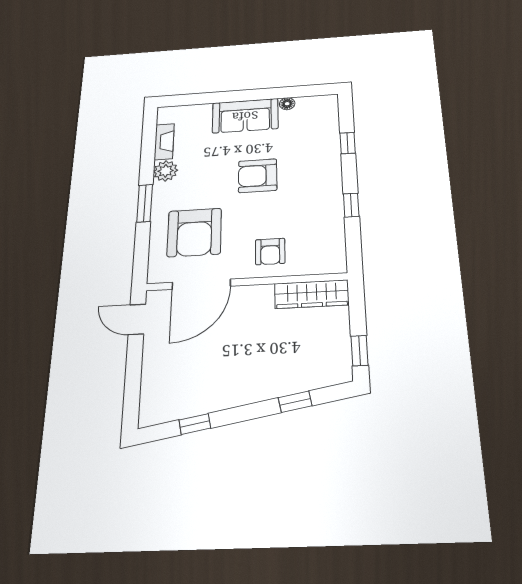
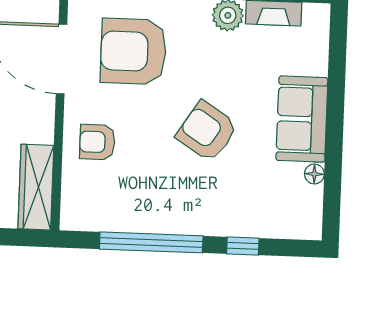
armchair: (258, 176) -> (207, 131), turned -57
window: (351, 205) -> (151, 242), width x3.17

